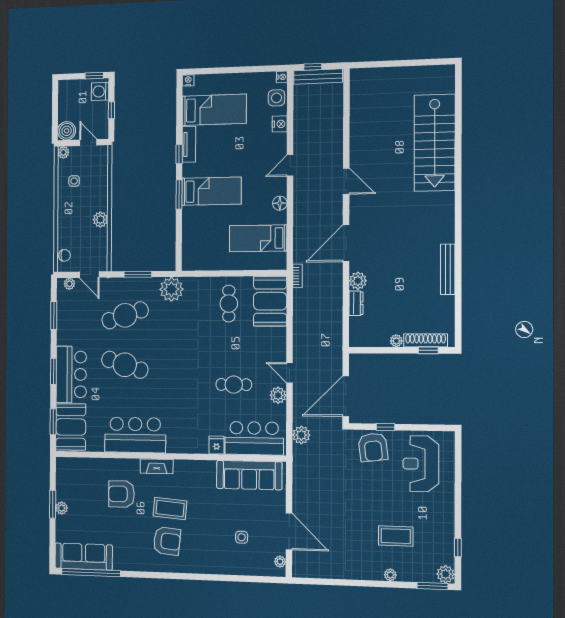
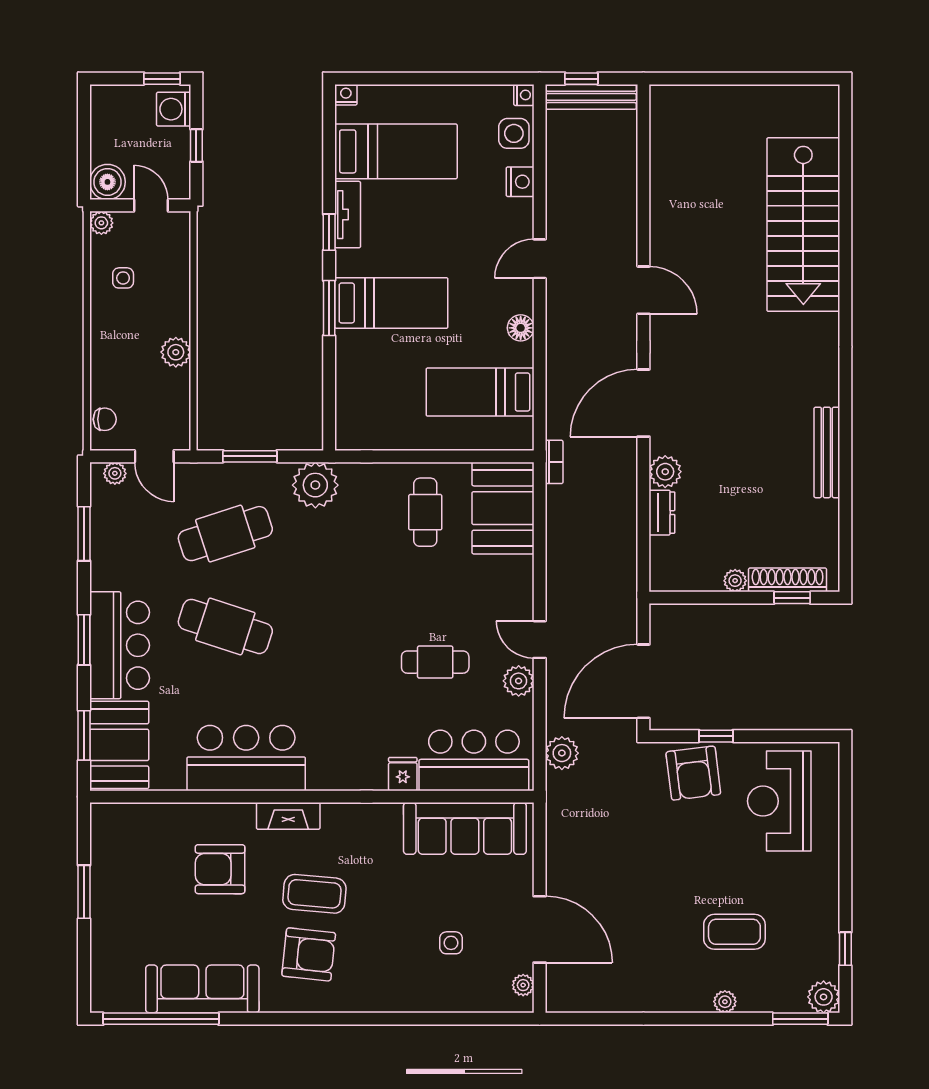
plant: (62, 508) -> (102, 899), removed
sofa: (84, 557) -> (202, 989), moved

